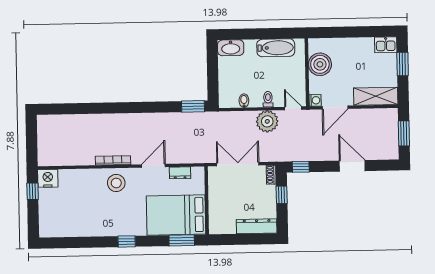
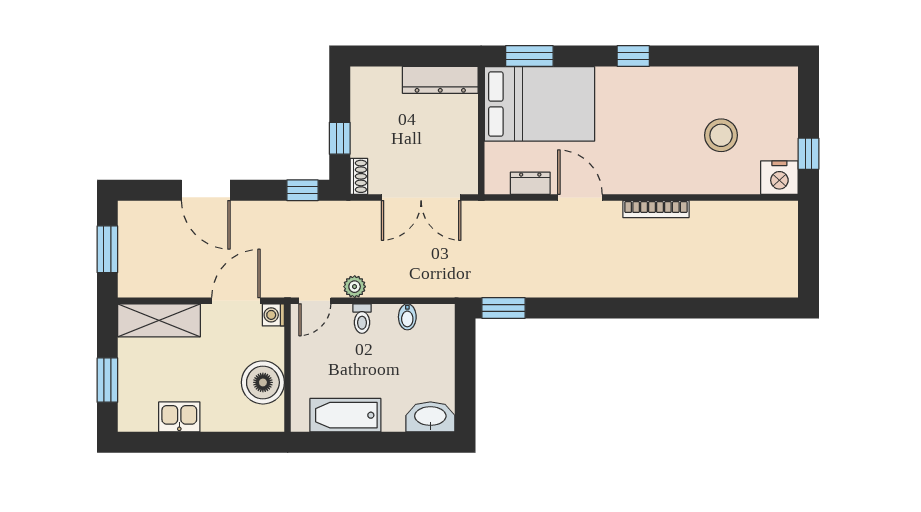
kitchen sink: (386, 45) -> (179, 417), moved
door: (293, 108) -> (315, 301), hinge flipped
plant: (267, 121) -> (355, 287), width x0.53, depth x0.53
door: (153, 166) -> (580, 197), swing flipped
stool: (116, 183) -> (721, 135), moved
dresser: (257, 226) -> (440, 80), moved

